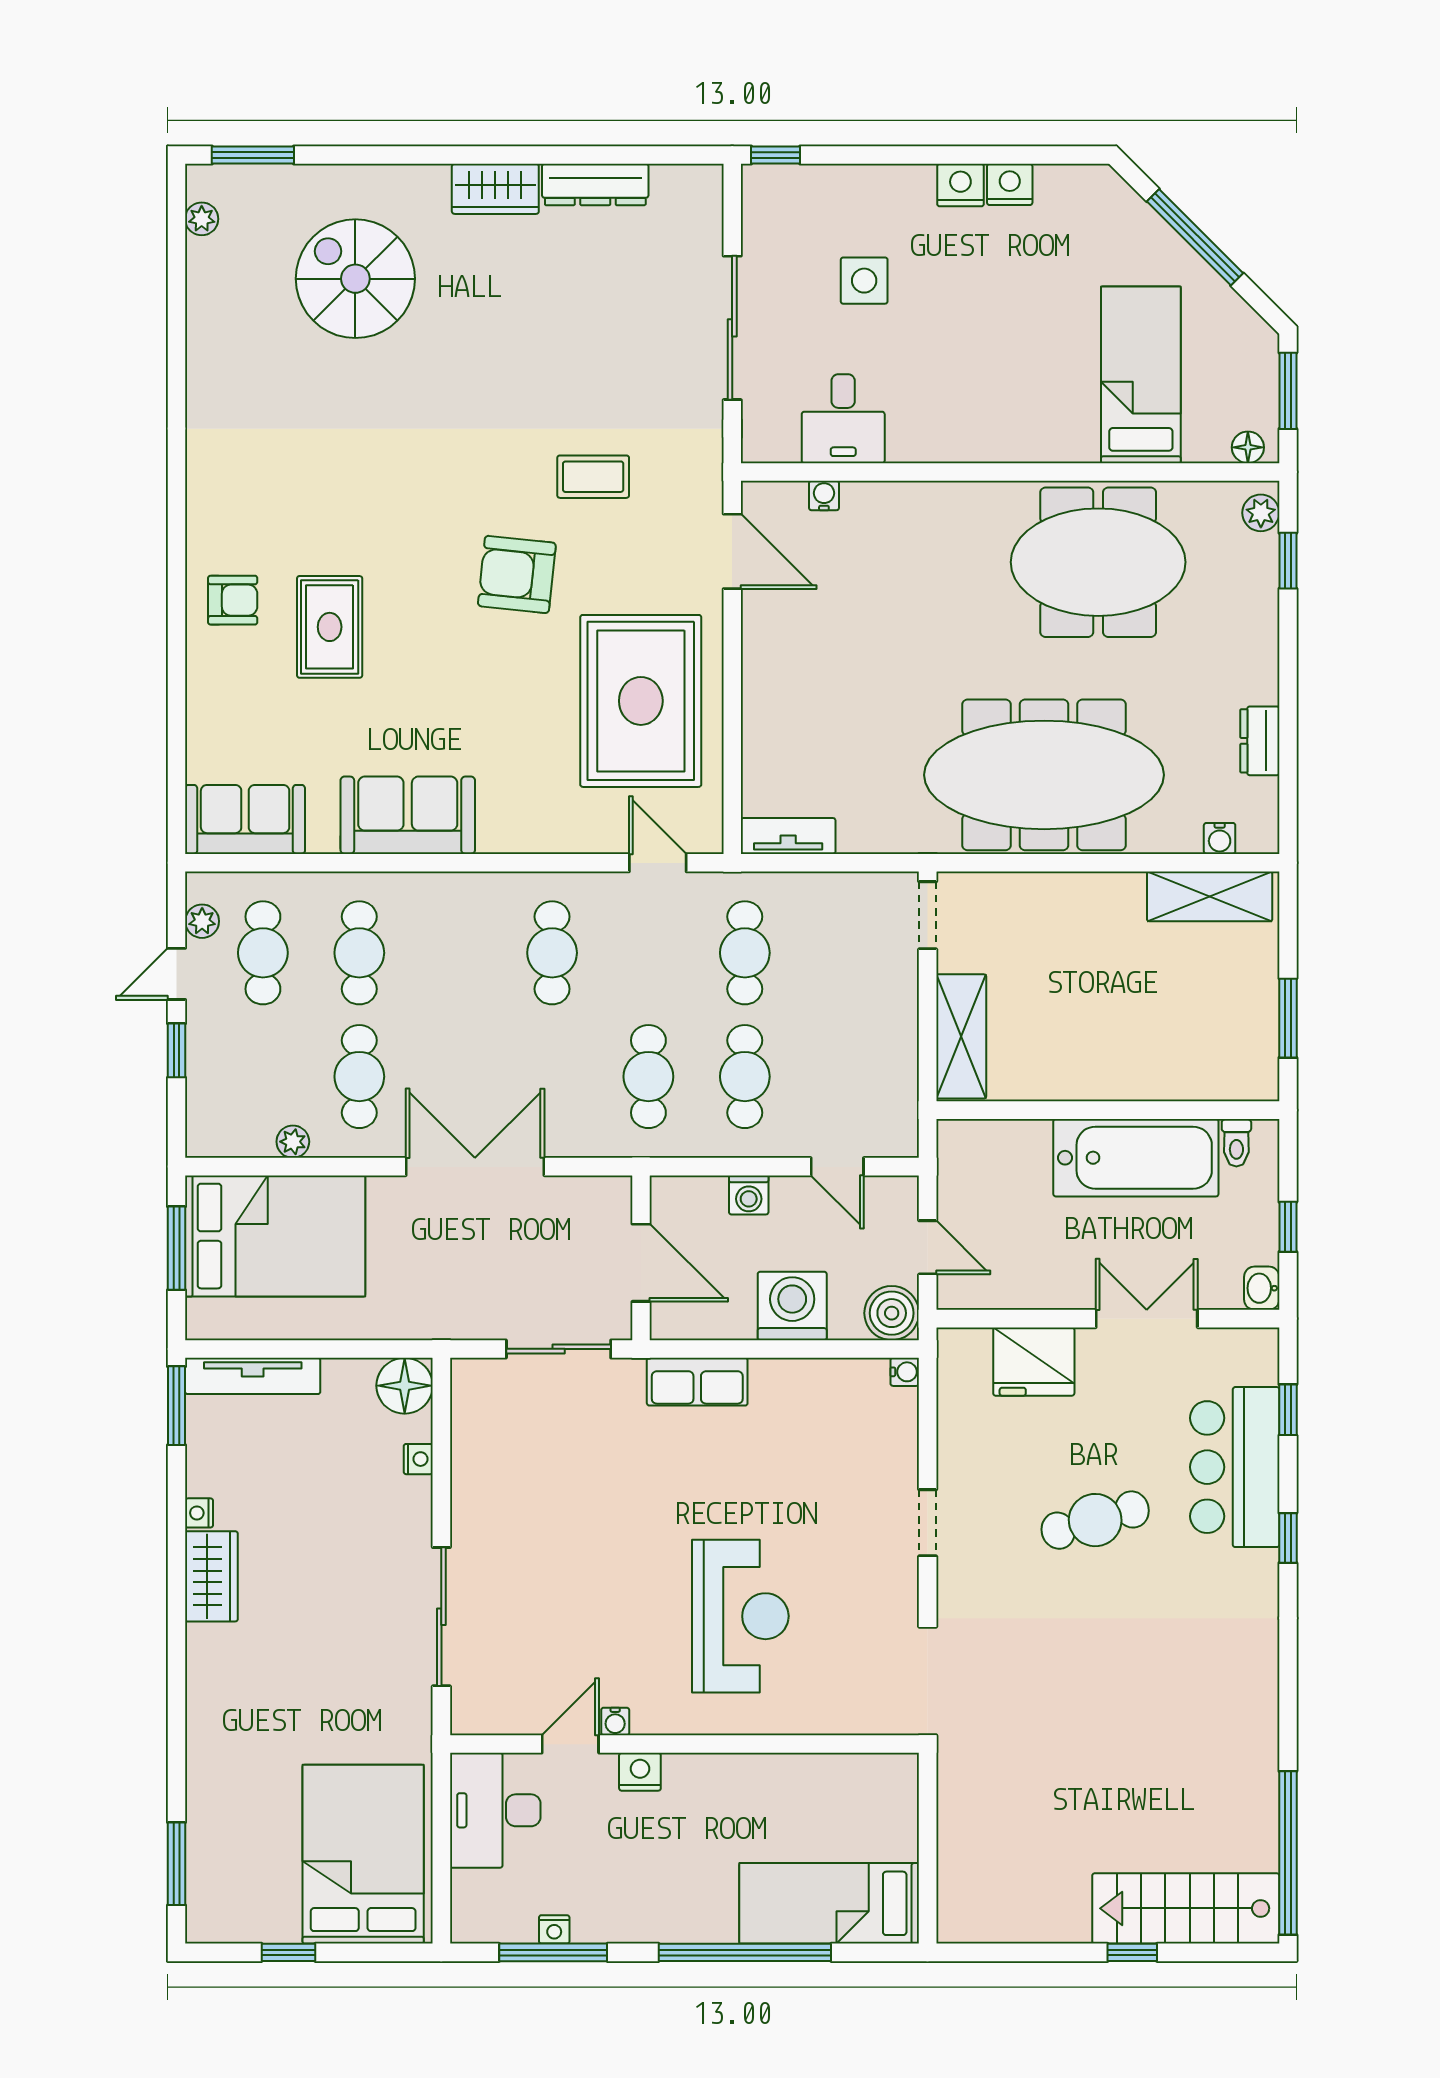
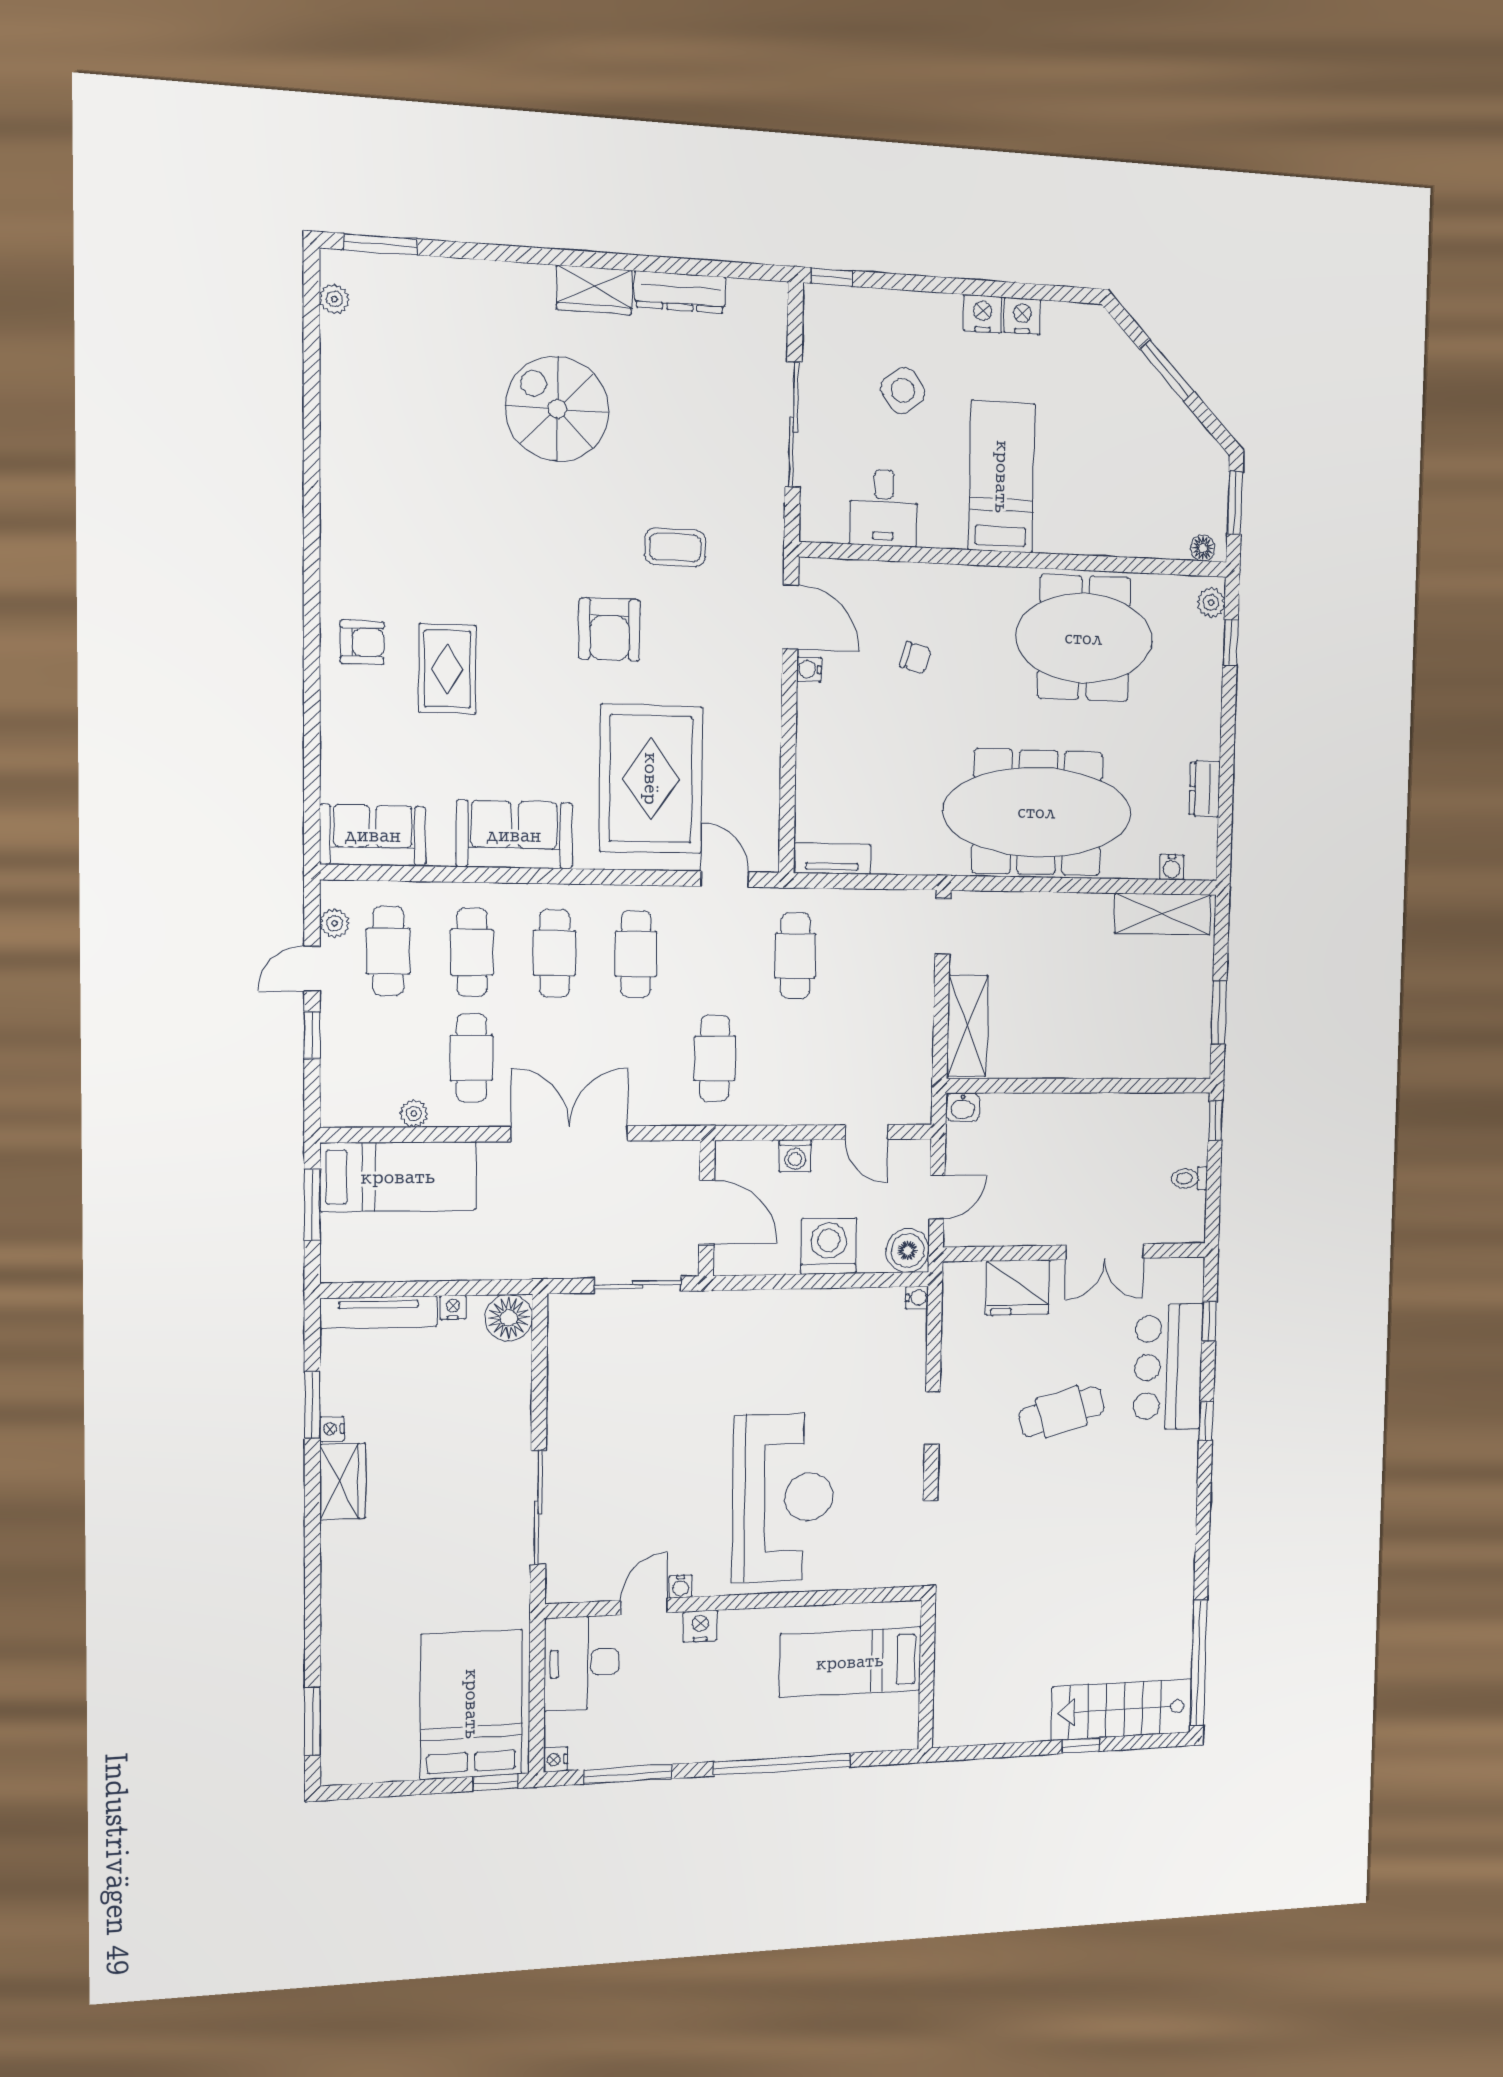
window: (1195, 237) -> (1167, 371), width x0.69
spiral stairs: (355, 279) -> (557, 409), moved
side table: (864, 281) -> (903, 391), turned -38
bed: (1141, 375) -> (1002, 477), moved
water cooler: (824, 495) -> (809, 669), moved, turned -90
armchair: (517, 574) -> (610, 629), turned -96
chair: (886, 594) -> (915, 658), added
rug: (641, 701) -> (651, 779), moved
cafe table: (745, 1077) -> (555, 953), moved
toilet: (1236, 1143) -> (1189, 1178), moved, turned 90
bathtub: (1136, 1158) -> (1100, 1124), removed
window: (1288, 1227) -> (1216, 1121), moved
bed: (275, 1236) -> (398, 1177), width x0.67
door: (928, 1247) -> (937, 1197), hinge flipped
washbasin: (1262, 1288) -> (963, 1107), moved, turned -90
double door: (1147, 1319) -> (1105, 1252), swing flipped
row of seats: (697, 1382) -> (751, 1309), removed
window: (177, 1406) -> (312, 1405), moved
nightstand: (418, 1459) -> (453, 1308), moved, turned -90
reception desk: (740, 1616) -> (783, 1498), width x1.36, depth x1.30
bed: (829, 1903) -> (850, 1662), moved
nightstand: (554, 1929) -> (555, 1760), moved, turned 90
window: (288, 1952) -> (496, 1782), moved

